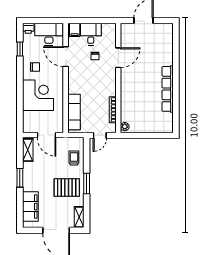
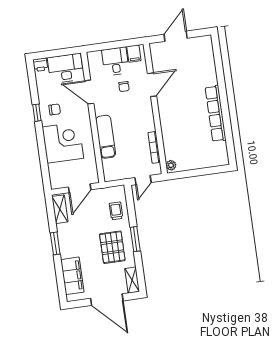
filing cabinet: (75, 30) -> (134, 54), moved
window: (20, 49) -> (37, 113), moved
exam couch: (74, 112) -> (106, 137), moved
door: (46, 135) -> (80, 188), hinge flipped
pallet: (67, 188) -> (112, 247), turned 90

